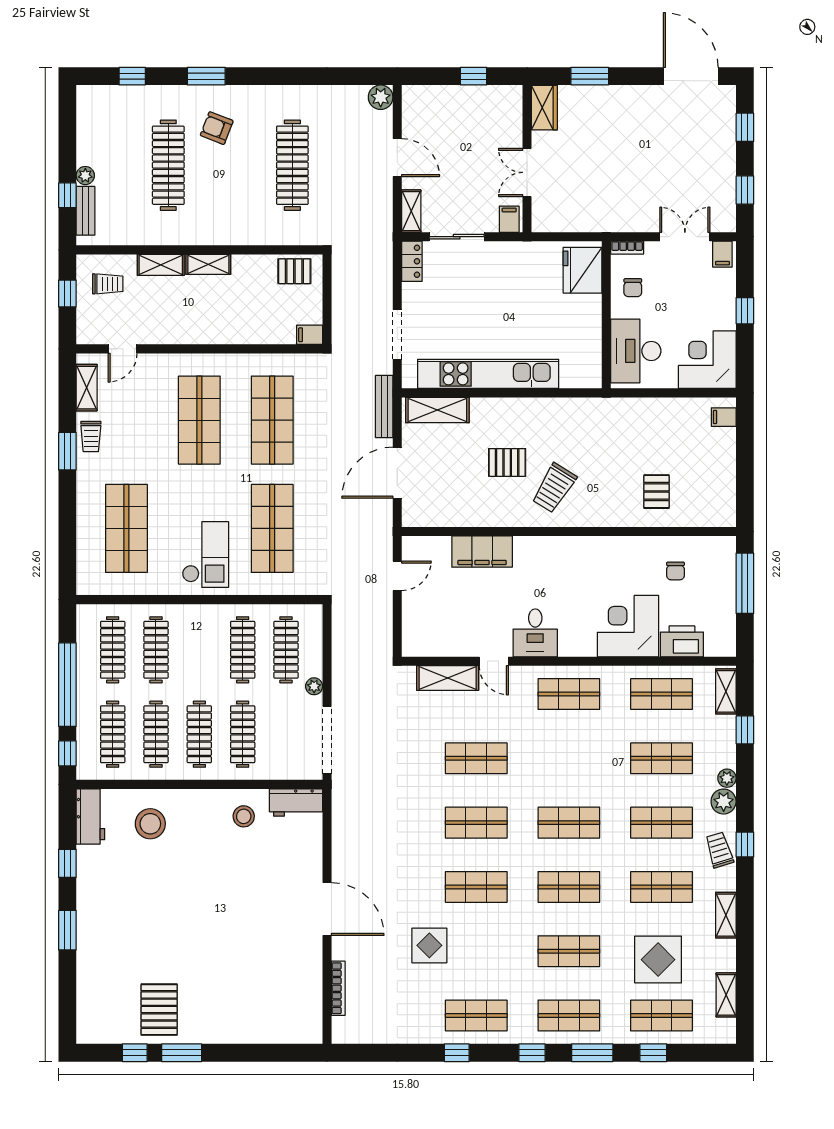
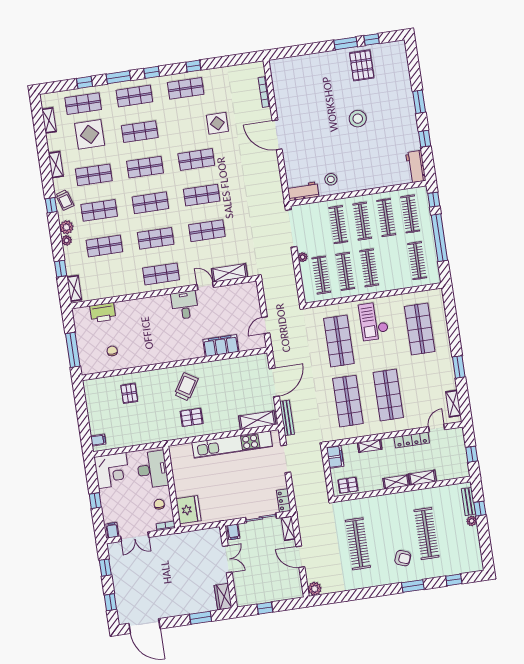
trolley: (108, 284) -> (450, 463), removed
locker: (170, 334) -> (412, 440), added
shelving: (246, 335) -> (370, 446), added
filing cabinet: (310, 335) -> (335, 457), width x2.00
trolley: (91, 437) -> (447, 377), removed
pallet: (507, 462) -> (192, 417), moved
corner desk: (628, 626) -> (134, 316), removed
clothes rail: (156, 650) -> (369, 268), moved
shop shelf: (661, 694) -> (156, 238), moved
stool: (150, 824) -> (358, 119), moved

